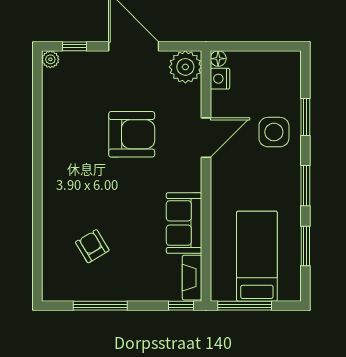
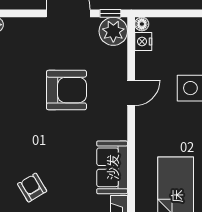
window: (75, 46) -> (110, 13), moved
door: (206, 138) -> (131, 93), width x0.73

